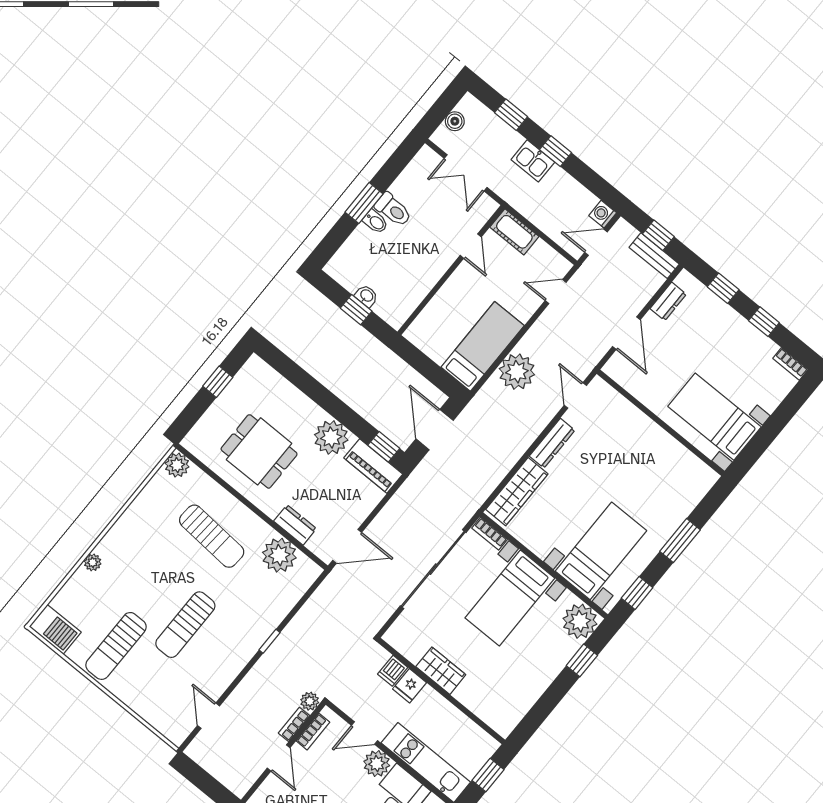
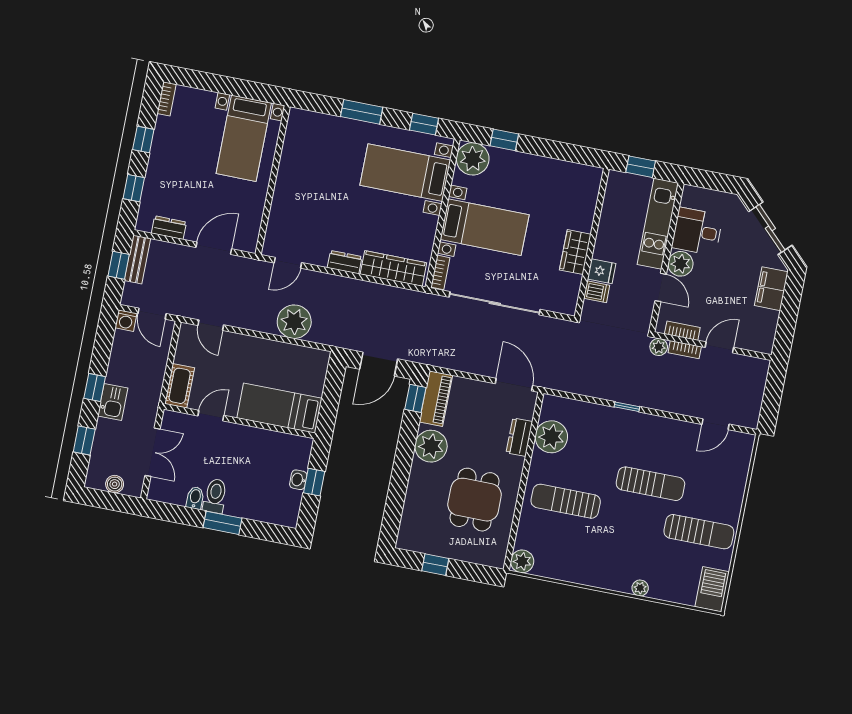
bidet: (375, 222) -> (195, 498), moved
bed: (483, 346) -> (279, 408), moved
dresser: (552, 443) -> (345, 262), width x0.70
sun lounger: (212, 536) -> (566, 501), turned -94

